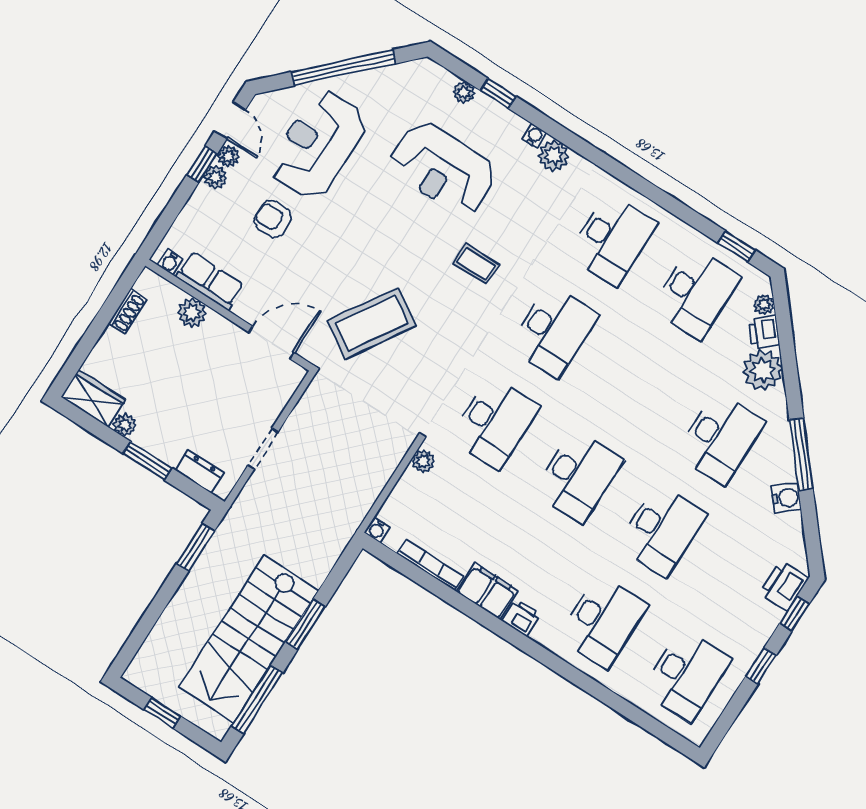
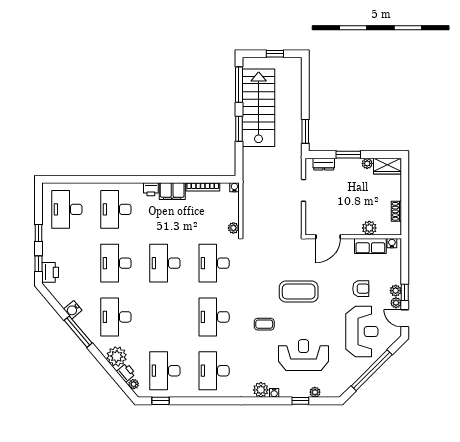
coffee table: (372, 323) -> (299, 292), moved, turned 58

